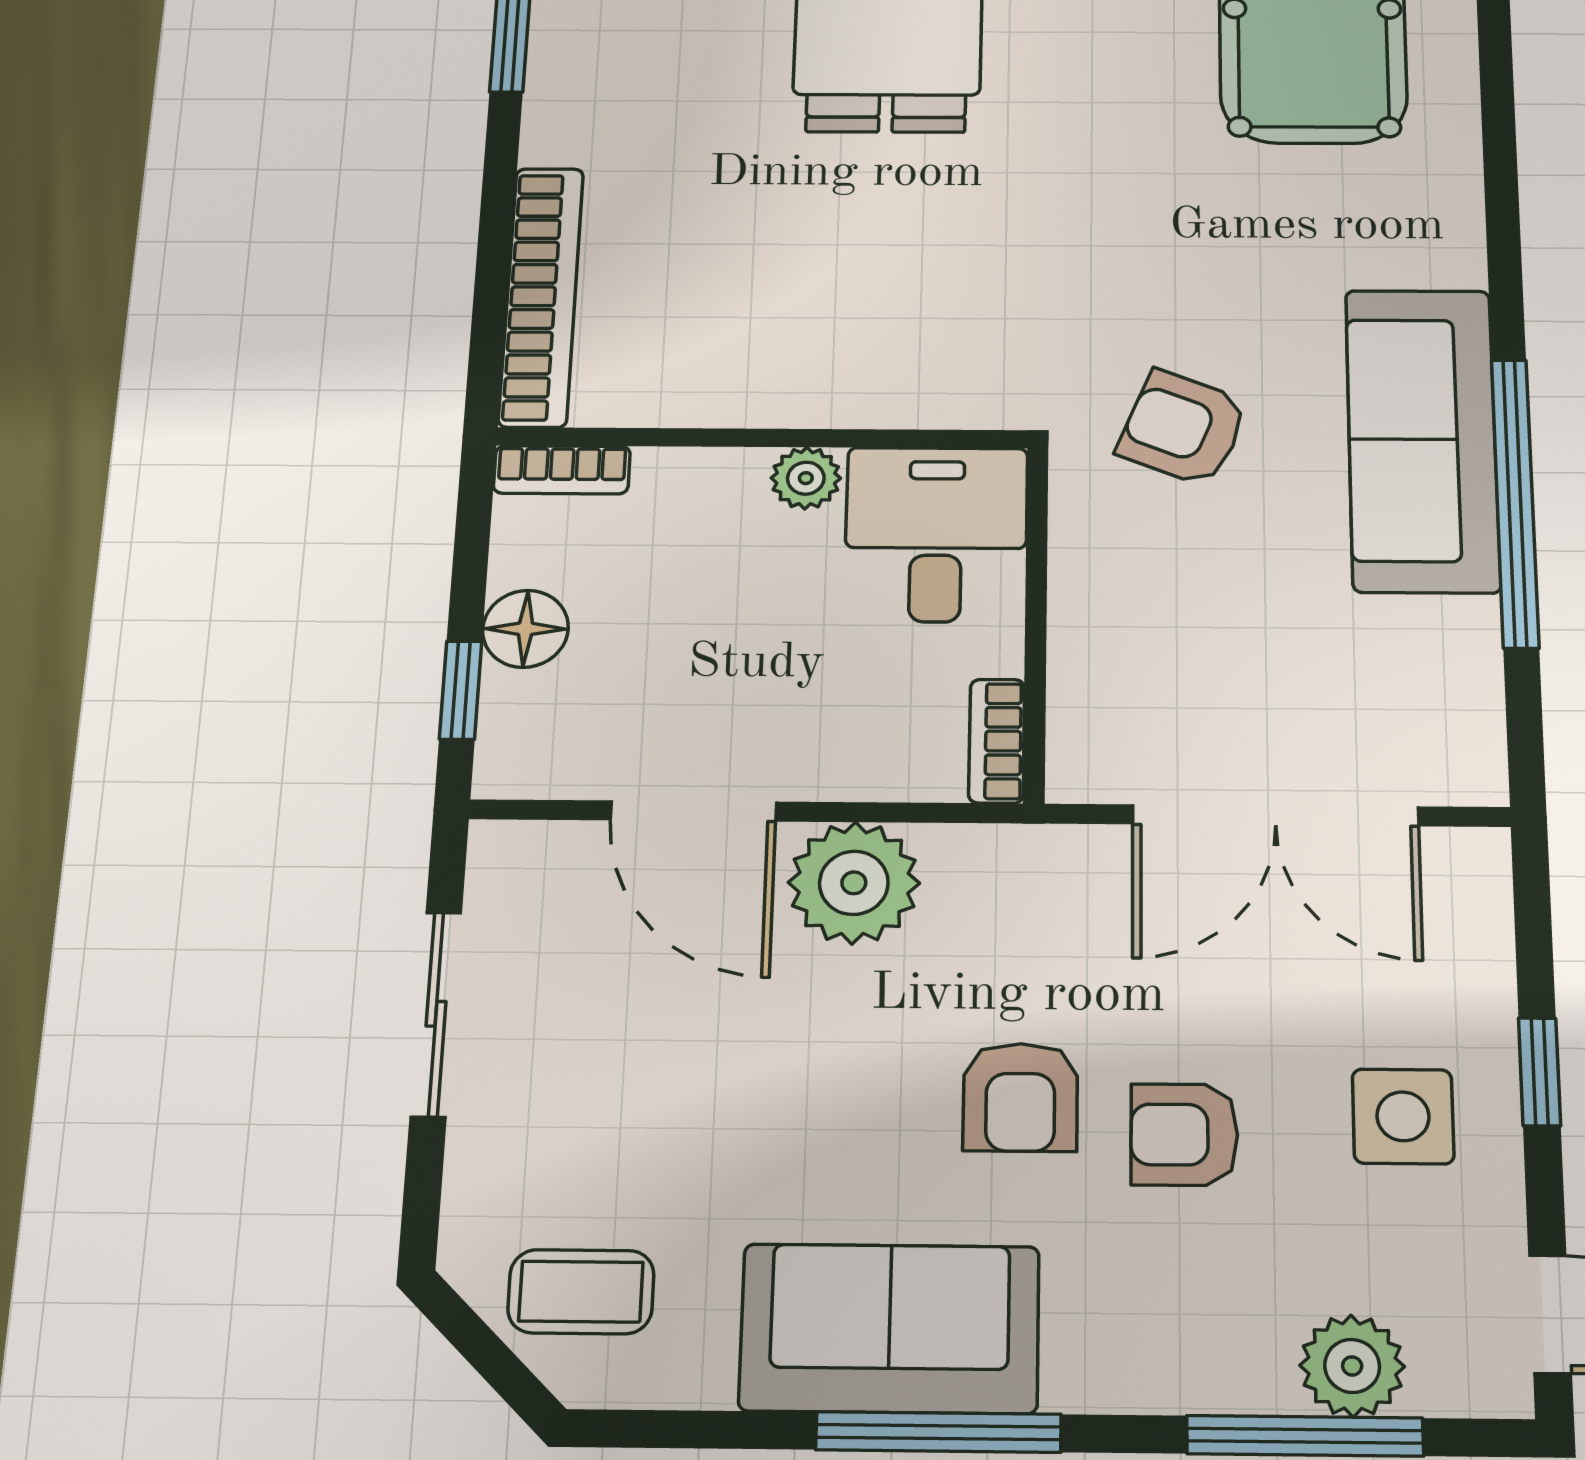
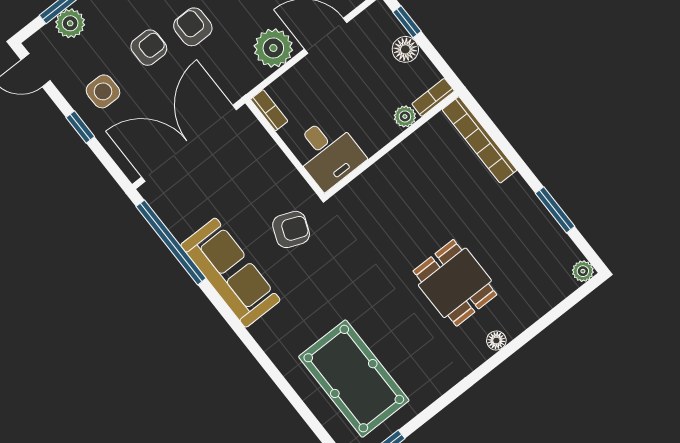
plant: (806, 478) -> (405, 116), moved
window: (1515, 502) -> (171, 242), moved
double door: (1276, 815) -> (189, 143), width x1.36

